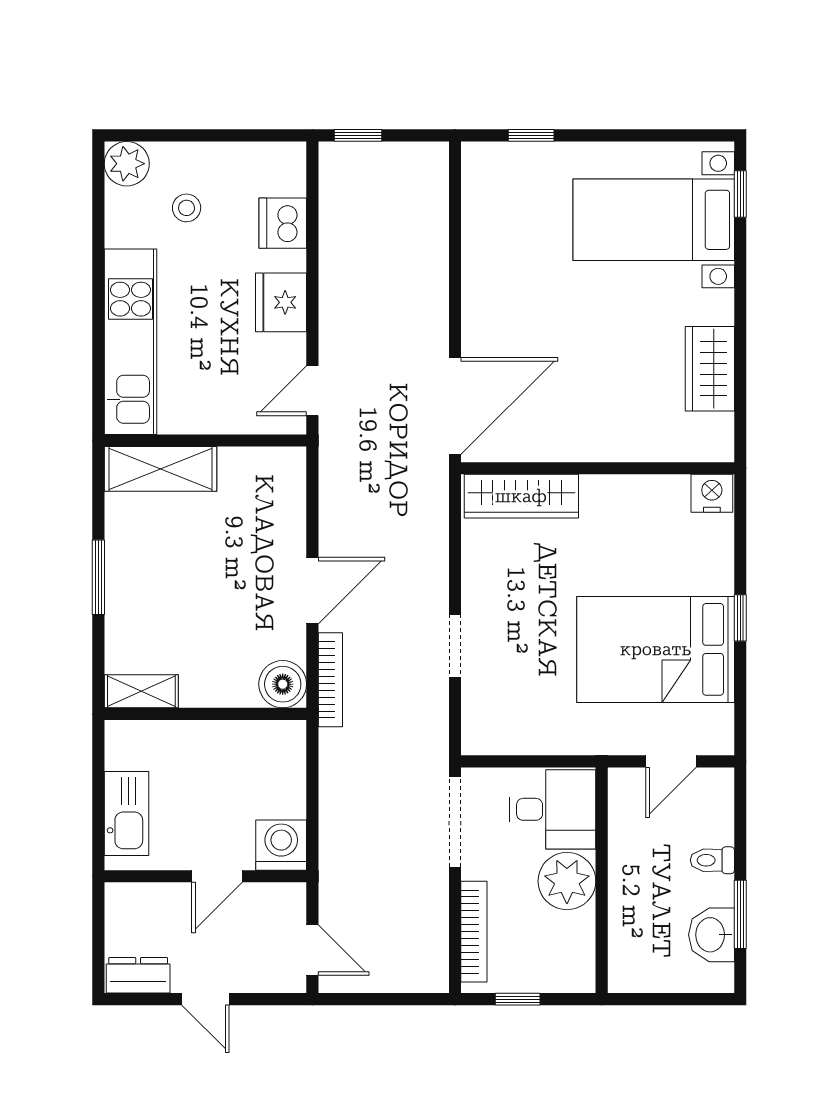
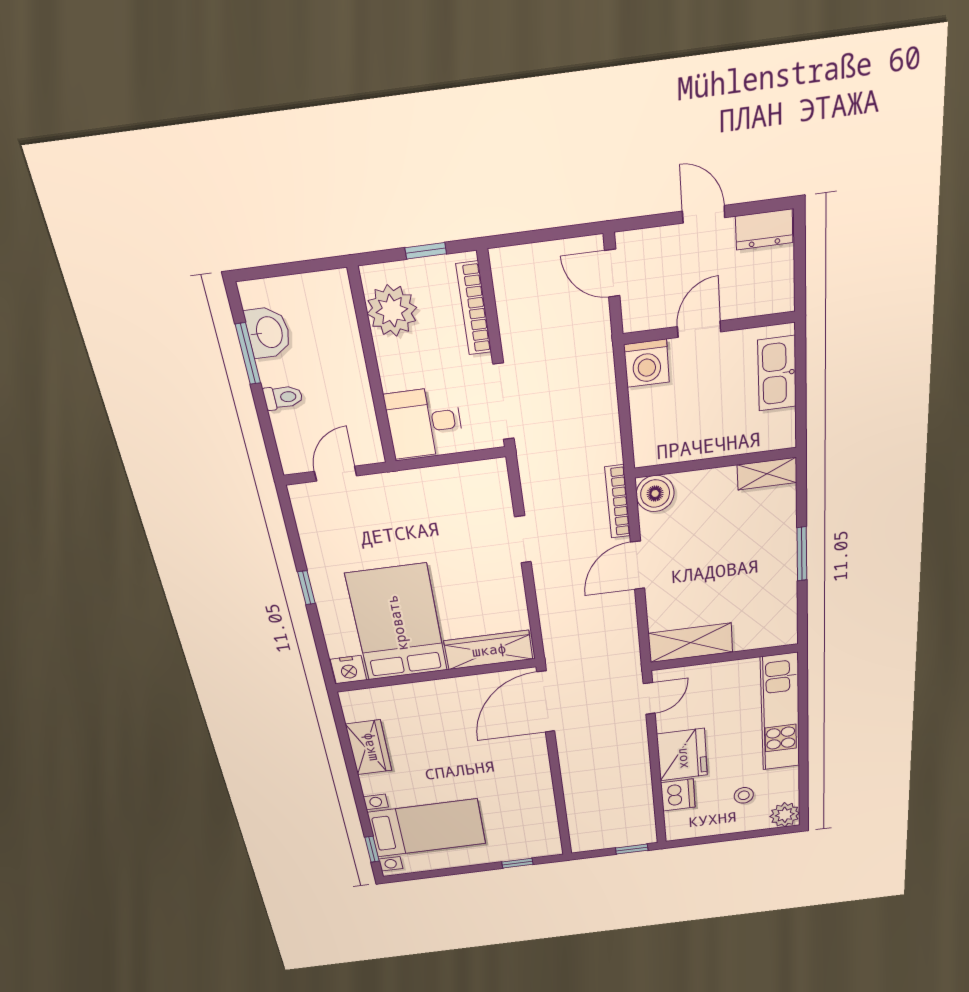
fridge: (281, 302) -> (682, 755), width x1.36, depth x1.34
shelving: (161, 469) -> (690, 643), moved
bed: (656, 649) -> (397, 623), moved, turned -90
plant: (567, 881) -> (392, 311), moved

